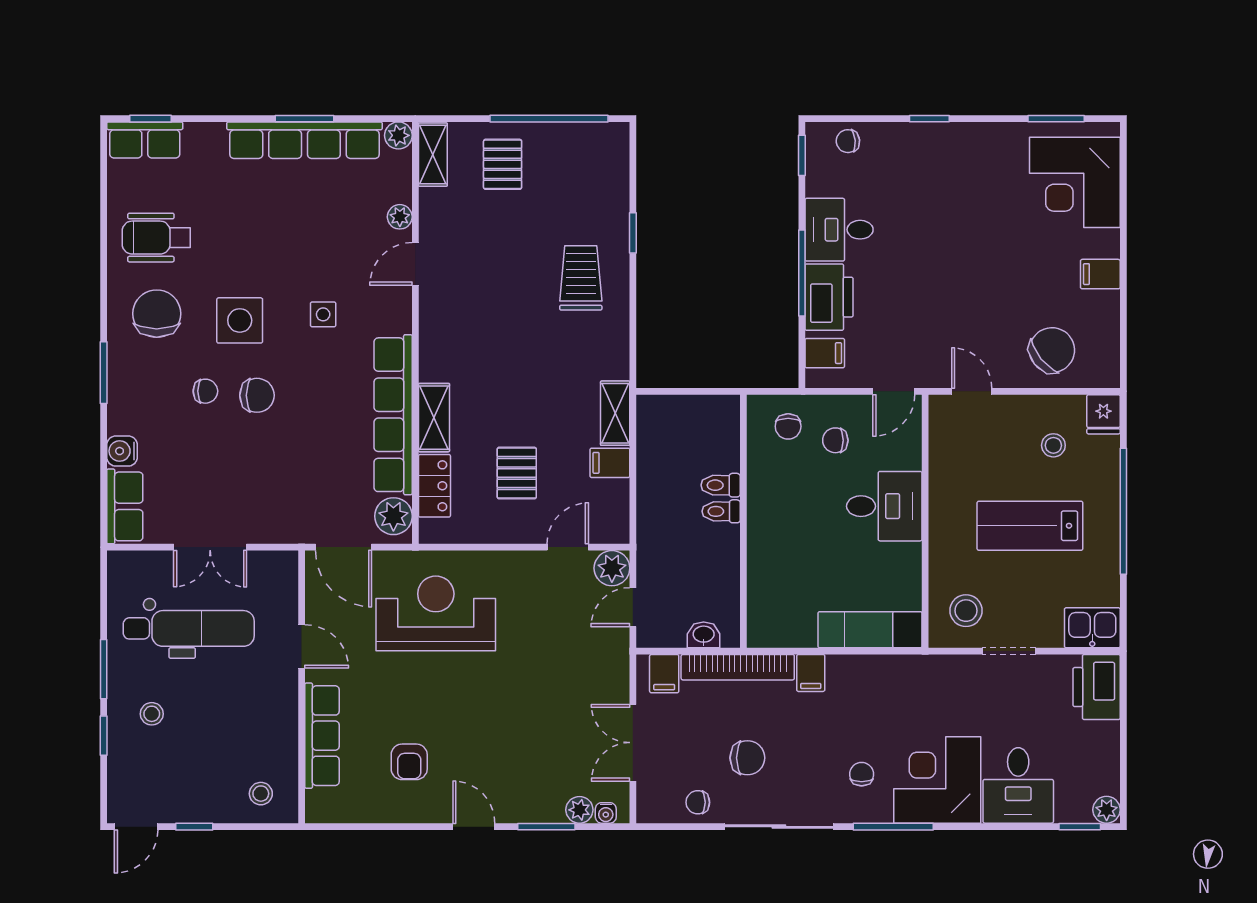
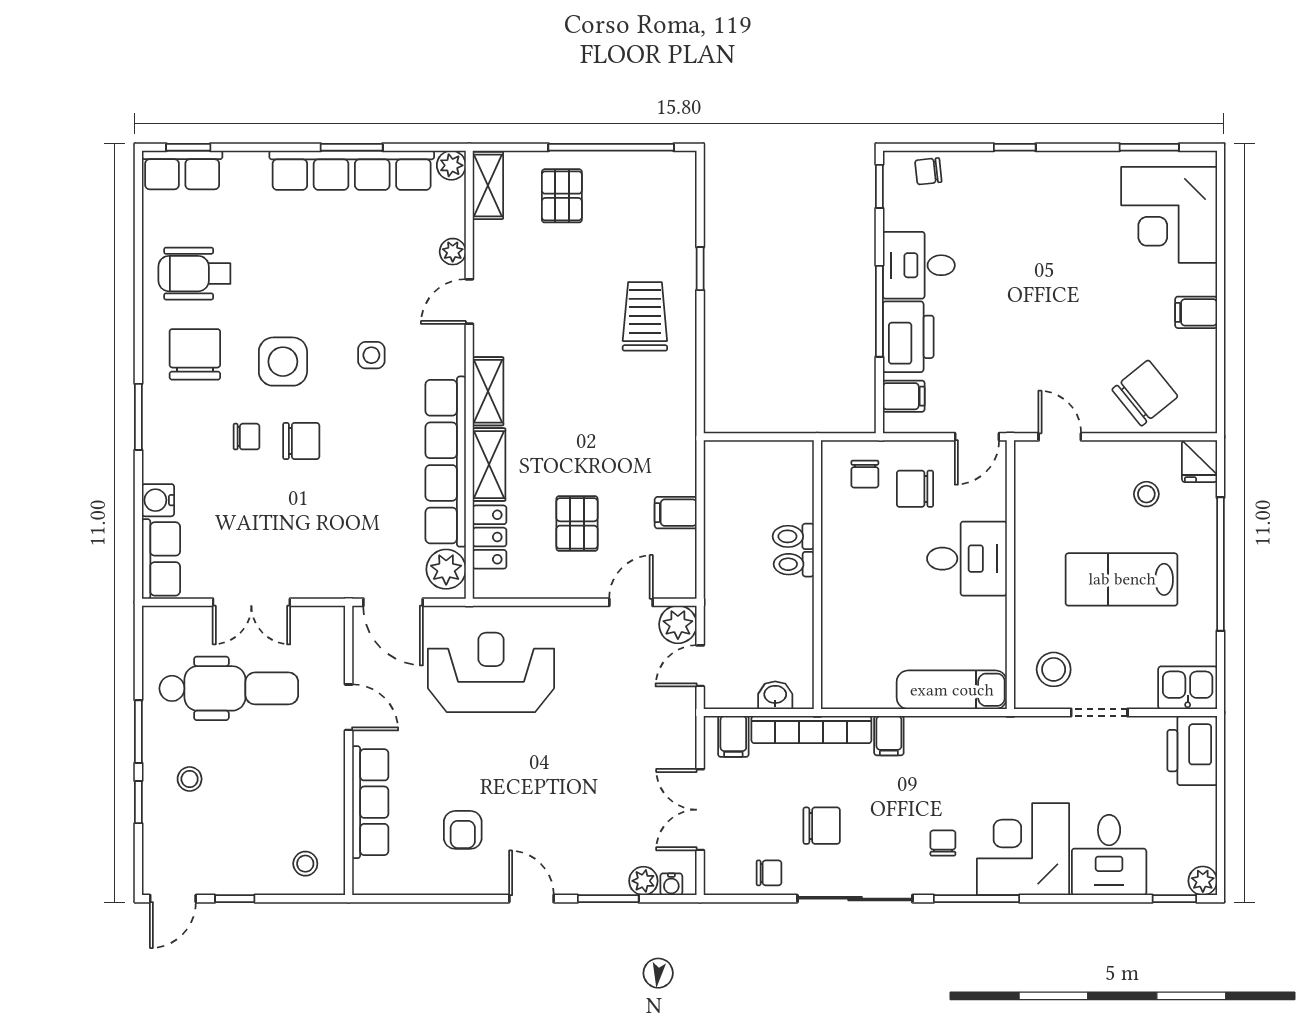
shelving: (615, 413) -> (488, 391), moved
chair: (835, 440) -> (915, 489), width x1.37, depth x1.37
chair: (698, 802) -> (769, 873), turned 180

